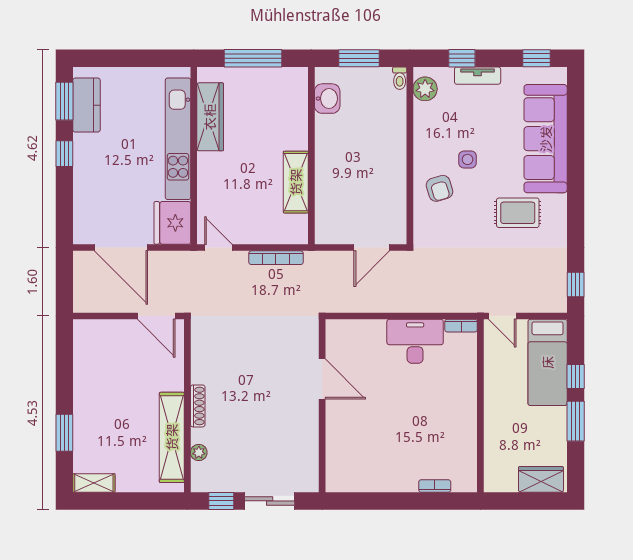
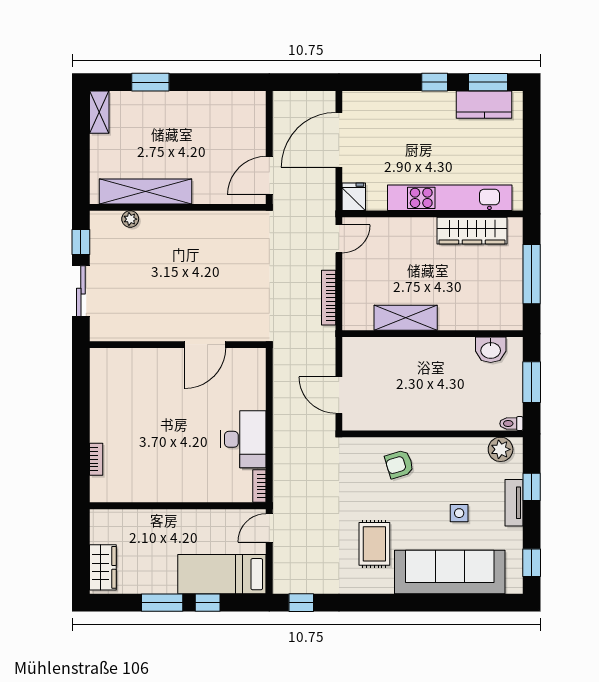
side table: (468, 159) -> (459, 513), moved
fridge: (172, 223) -> (354, 197), width x0.53, depth x0.75
shoe rack: (198, 406) -> (178, 218), removed

